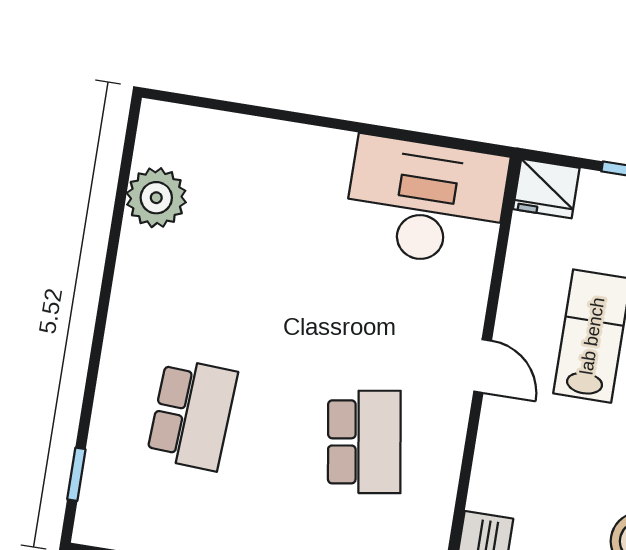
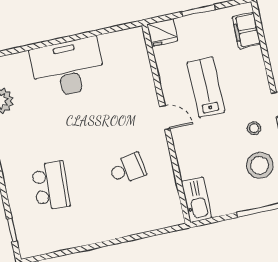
desk: (426, 202) -> (68, 68), moved
school desk: (364, 442) -> (128, 169), width x0.54

